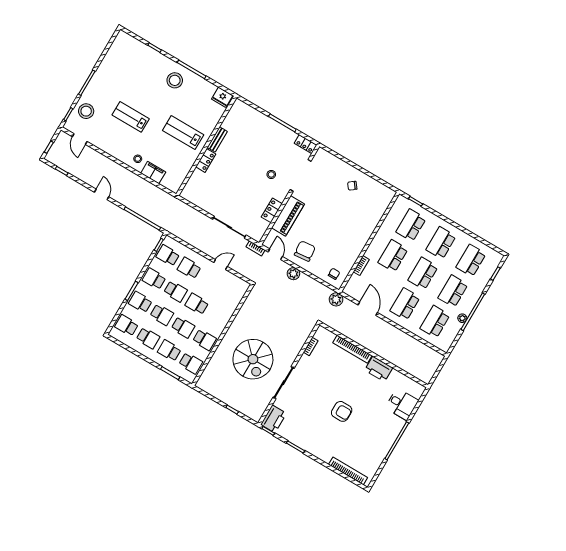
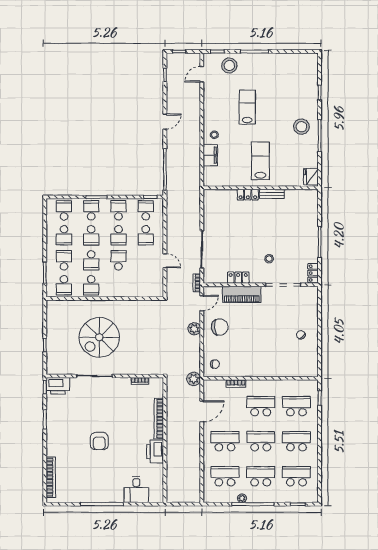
school desk: (189, 268) -> (146, 235), turned 180

